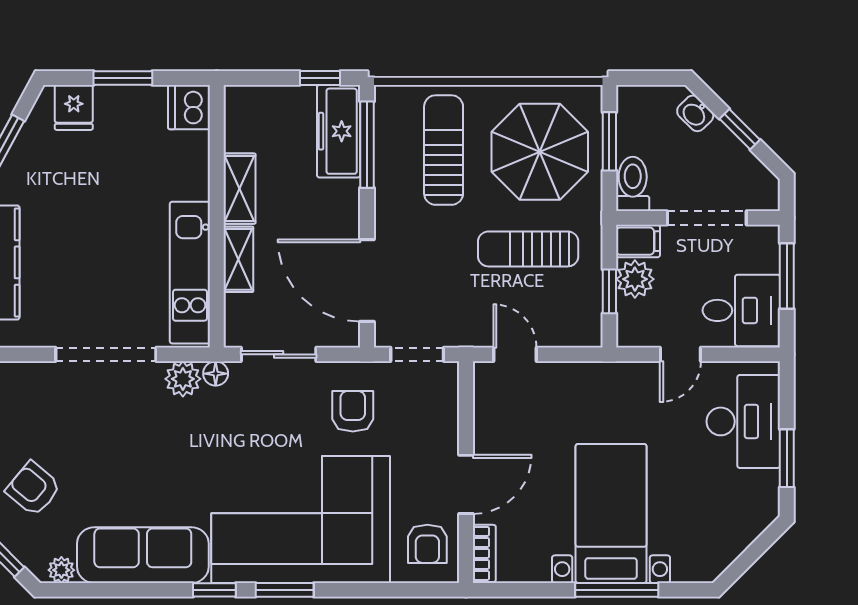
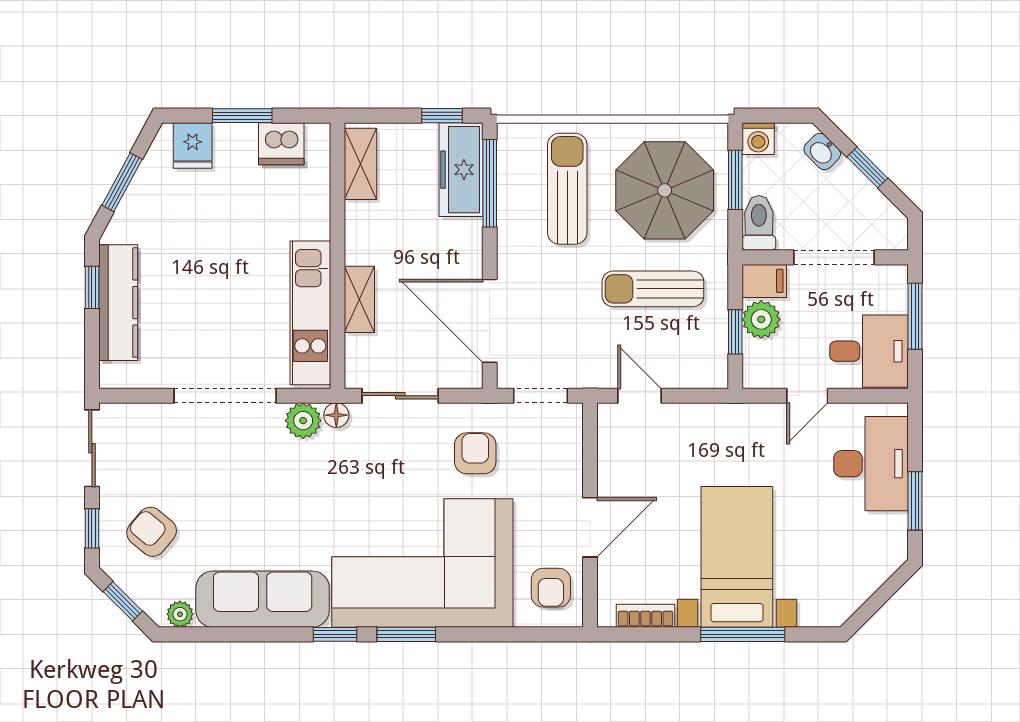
washing machine: (632, 101) -> (758, 139), added
dishwasher: (189, 107) -> (281, 144), moved, turned -90
shelving: (239, 189) -> (360, 164), moved
bookcase: (484, 553) -> (646, 616), moved, turned -90

